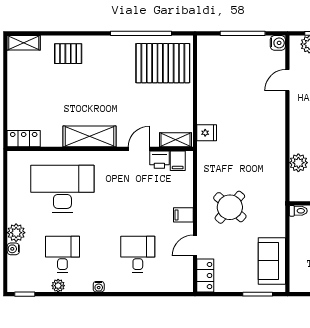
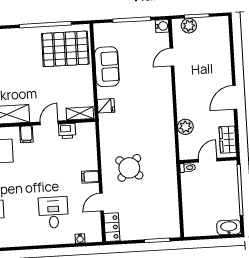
filing cabinet: (178, 161) -> (26, 134), moved
sofa: (272, 261) -> (107, 67), moved, turned 180
water cooler: (99, 287) -> (80, 239), moved

